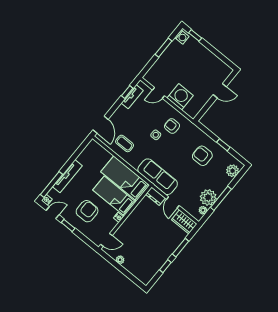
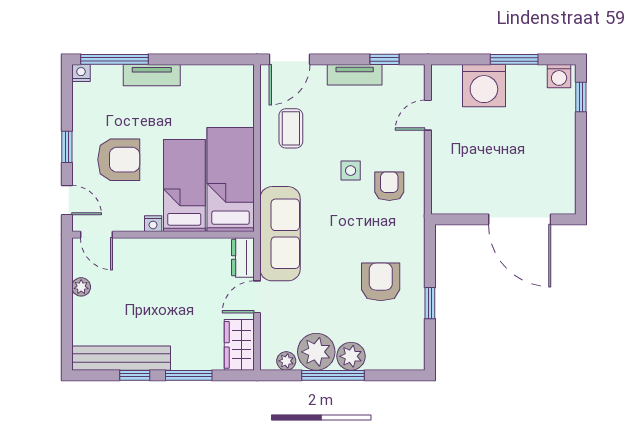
door: (220, 91) -> (520, 219), width x1.87
door: (158, 93) -> (428, 115), hinge flipped
tv unit: (132, 97) -> (355, 75), moved
washing machine: (180, 97) -> (484, 86), moved, turned 90
plant: (233, 171) -> (351, 356), moved
tv unit: (67, 176) -> (152, 75), width x0.71
door: (53, 213) -> (67, 200), moved
bench: (156, 266) -> (121, 358), added

